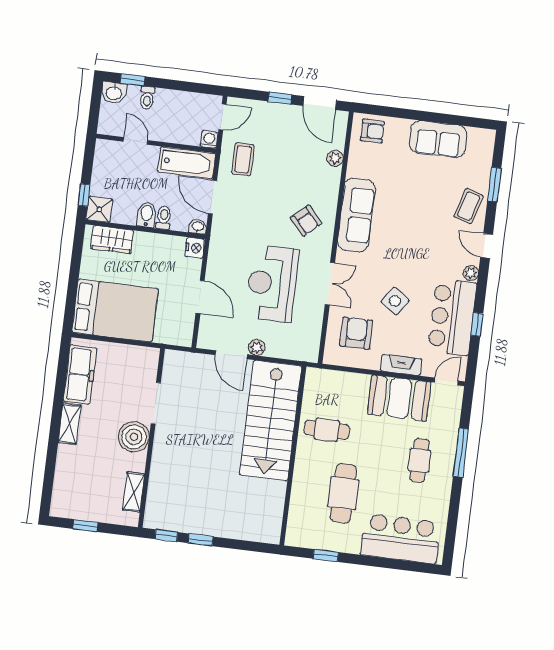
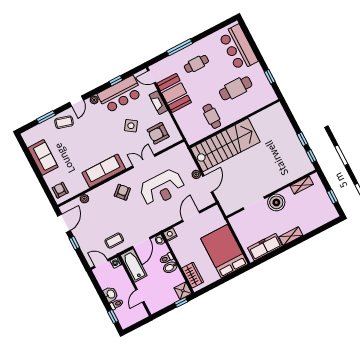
washbasin: (114, 93) -> (111, 294), moved

